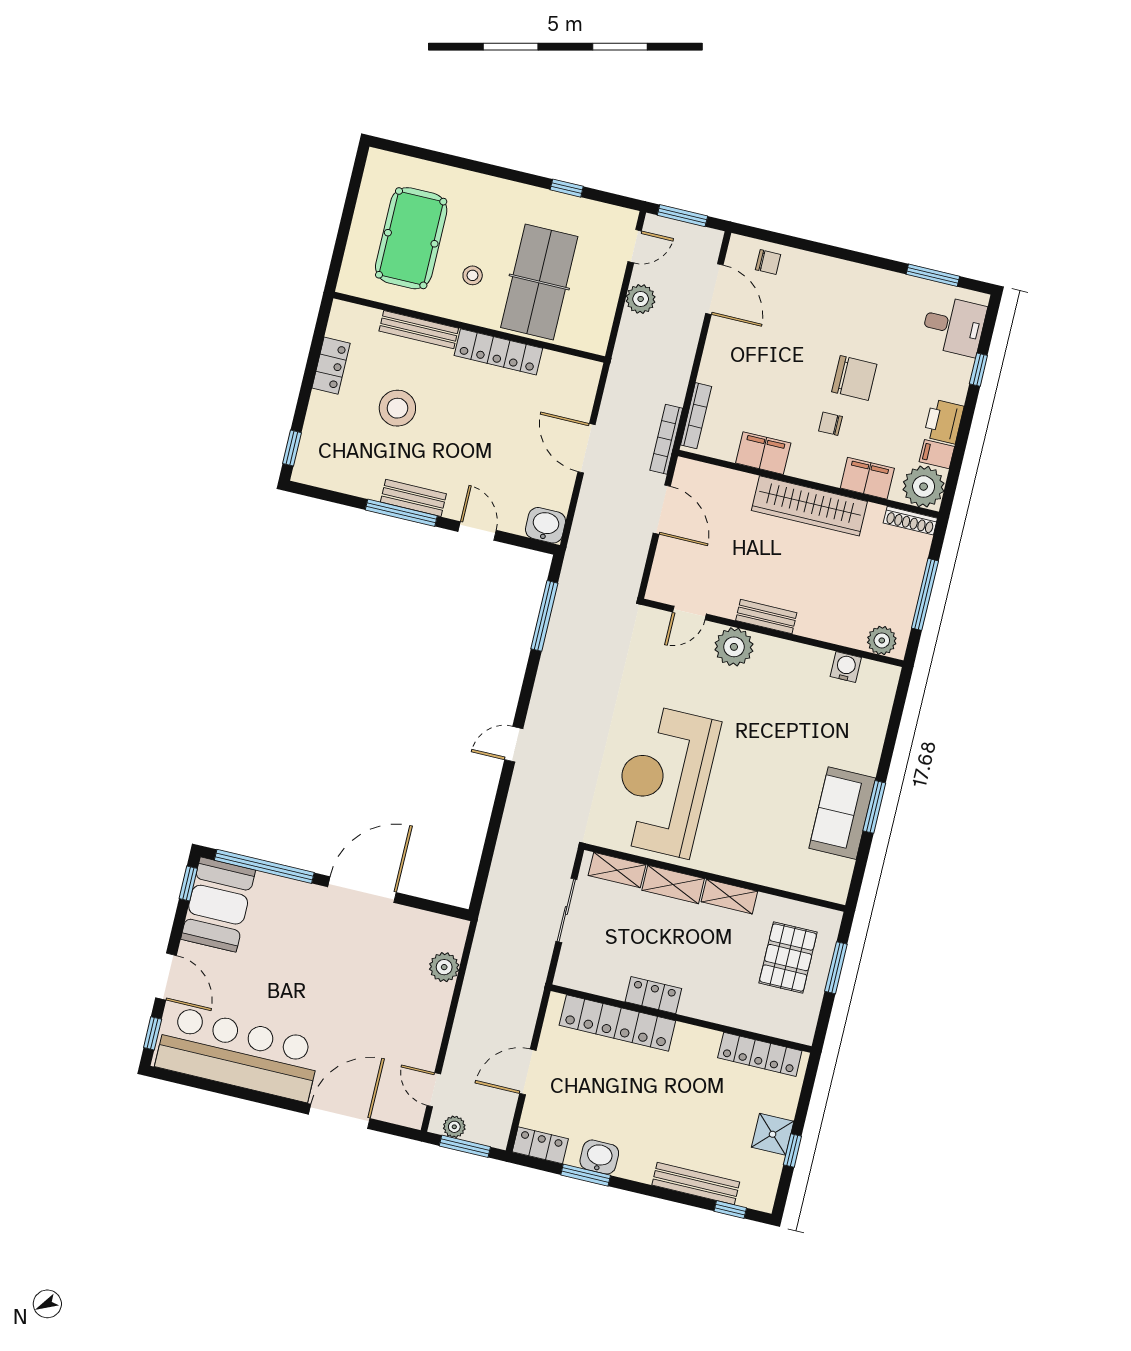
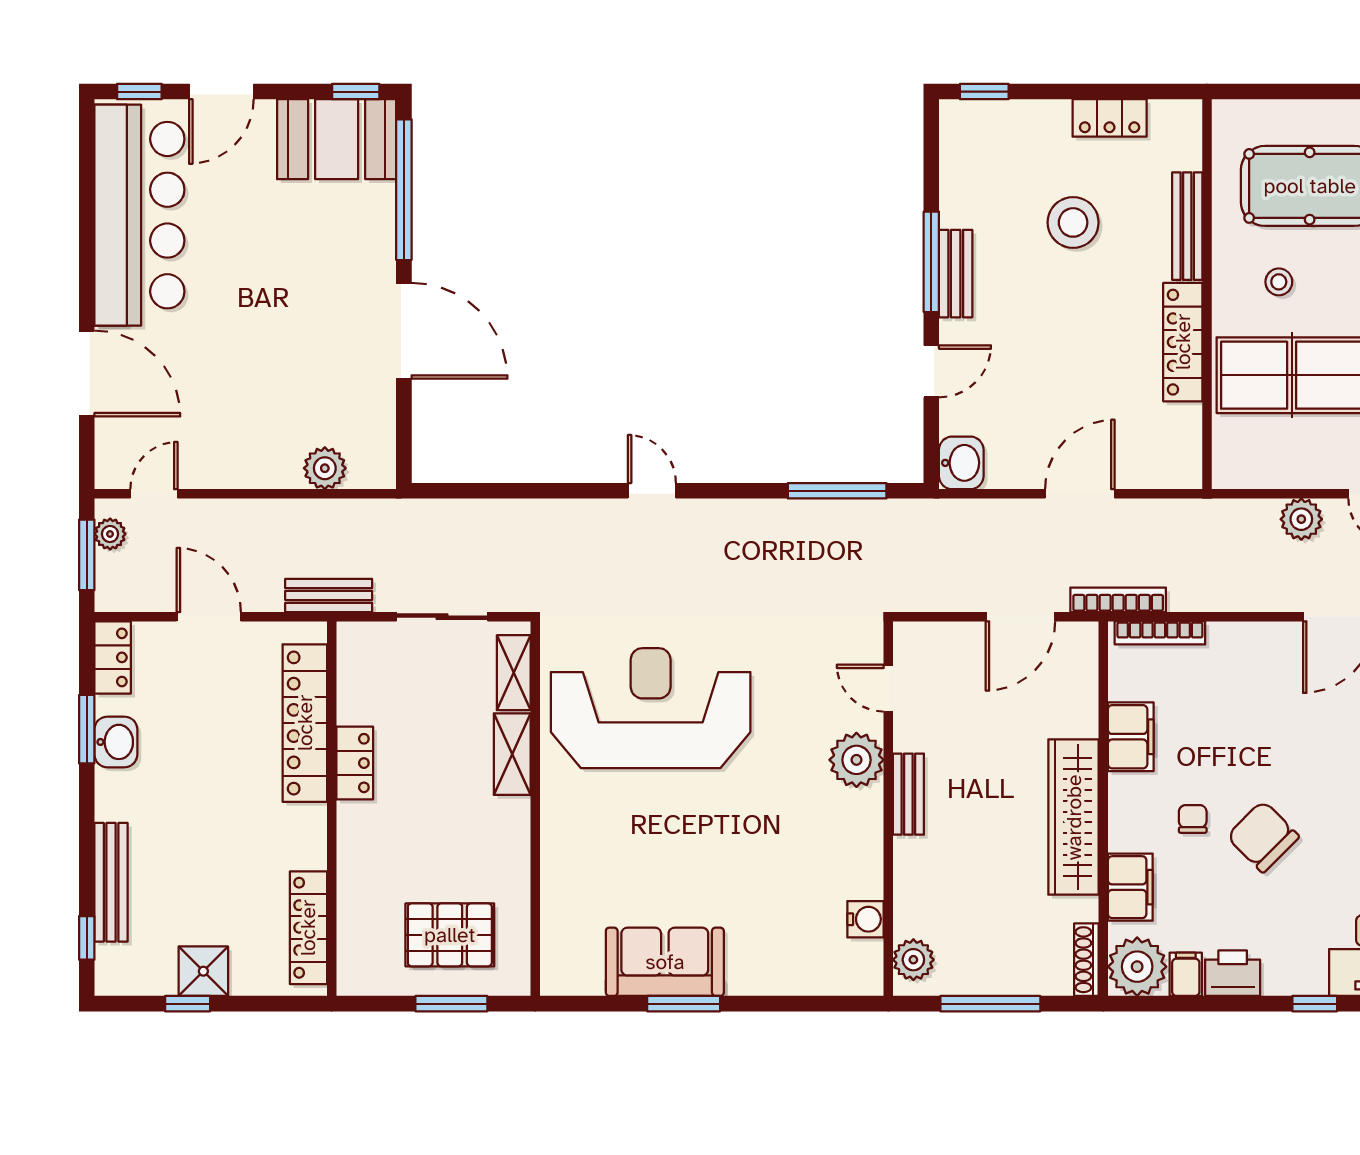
chair: (854, 378) -> (1263, 837), turned 135
shelving: (729, 897) -> (514, 835), removed
bench: (533, 985) -> (329, 595), added

